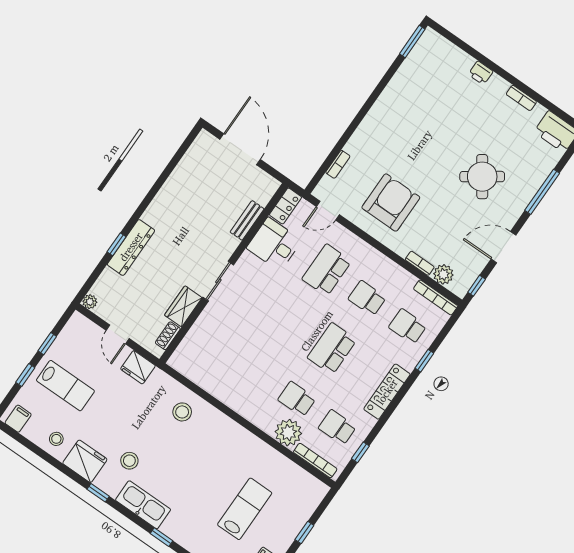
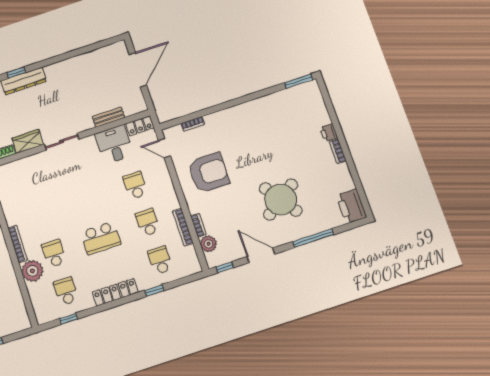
bookcase: (521, 98) -> (338, 151), moved
round table: (482, 177) -> (281, 200), width x1.36, depth x1.36
school desk: (327, 270) -> (135, 185), width x0.54
bookcase: (436, 297) -> (183, 227), moved
school desk: (332, 349) -> (101, 238), turned 180
bookcase: (315, 461) -> (18, 244), moved

